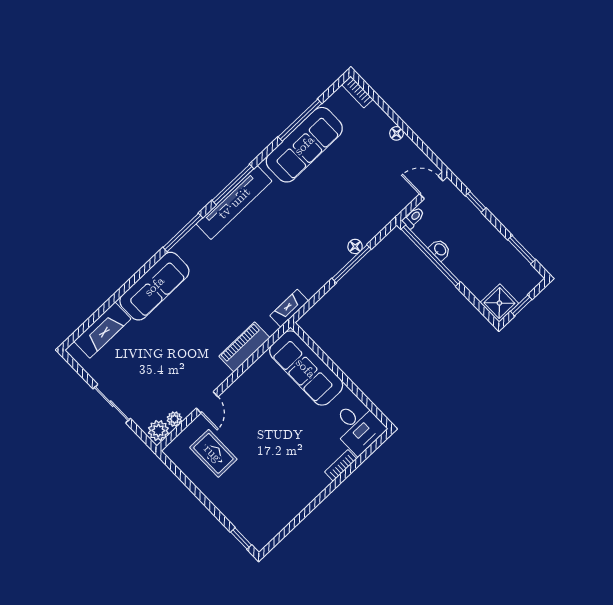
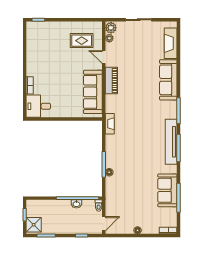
sofa: (304, 145) -> (167, 190), width x0.73
shower: (499, 303) -> (34, 225), moved
piano: (244, 347) -> (111, 80), moved
sofa: (306, 368) -> (93, 92), moved, turned -90

